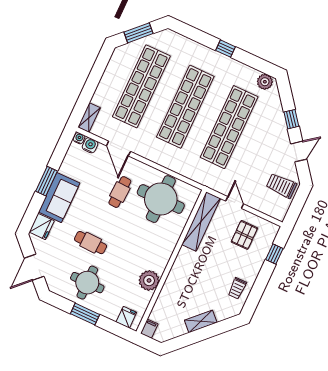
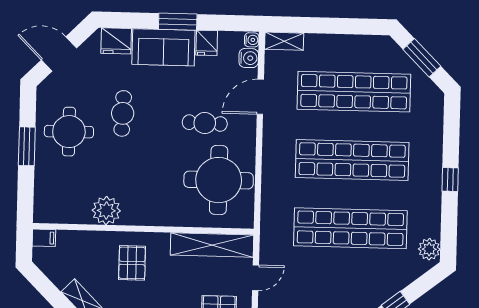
pallet: (190, 279) -> (132, 263), added
fridge: (126, 317) -> (207, 43), moved, turned 90

